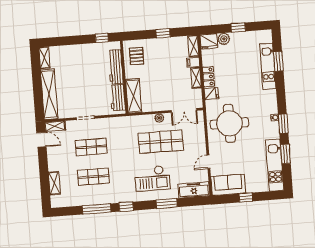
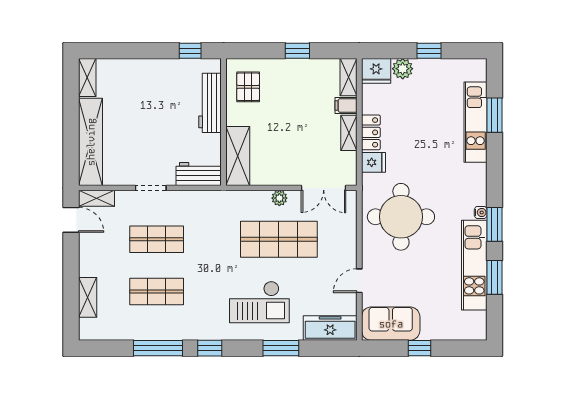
workbench: (118, 98) -> (199, 174), moved, turned 90
kitchen unit: (275, 165) -> (474, 265), moved

